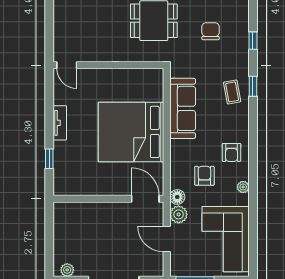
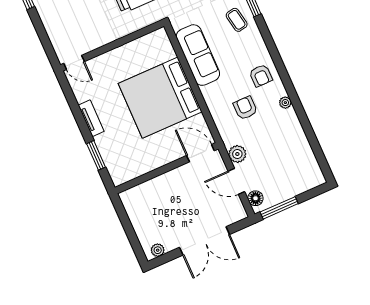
window: (49, 159) -> (96, 155), width x1.50
floor lamp: (177, 197) -> (255, 198), moved
corner sofa: (226, 239) -> (291, 158), removed

